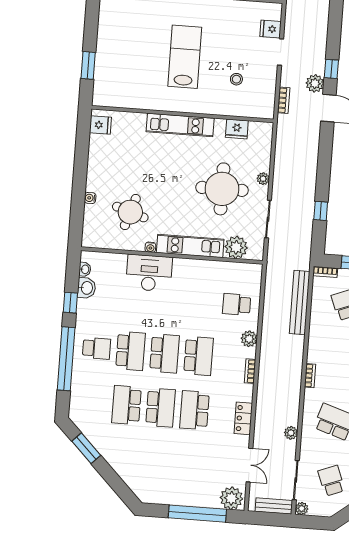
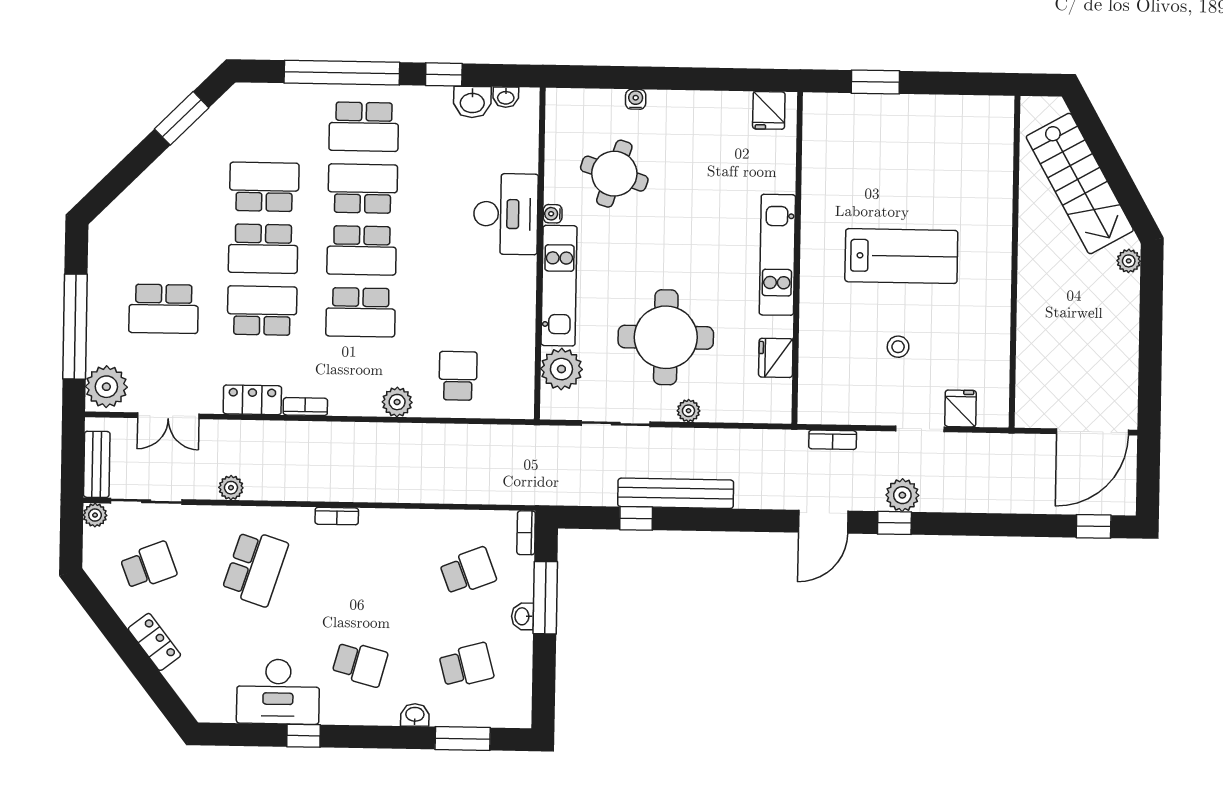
stool: (236, 79) -> (898, 347), moved
plant: (315, 83) -> (902, 495), moved
bench: (300, 303) -> (676, 493), moved
school desk: (97, 348) -> (364, 127), width x1.85
school desk: (131, 351) -> (363, 189), turned 180
bookcase: (250, 371) -> (305, 407), moved
school desk: (190, 464) -> (164, 309), added

